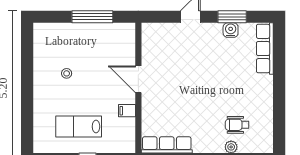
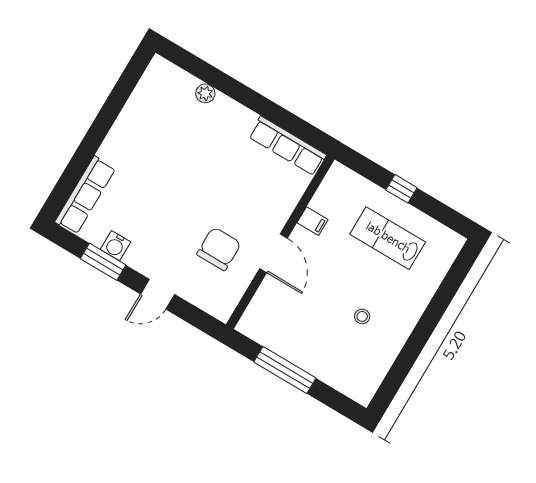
chair: (171, 63) -> (219, 249), added
wheelchair: (237, 125) -> (180, 118), removed
lab bench: (79, 127) -> (388, 238), turned 180

